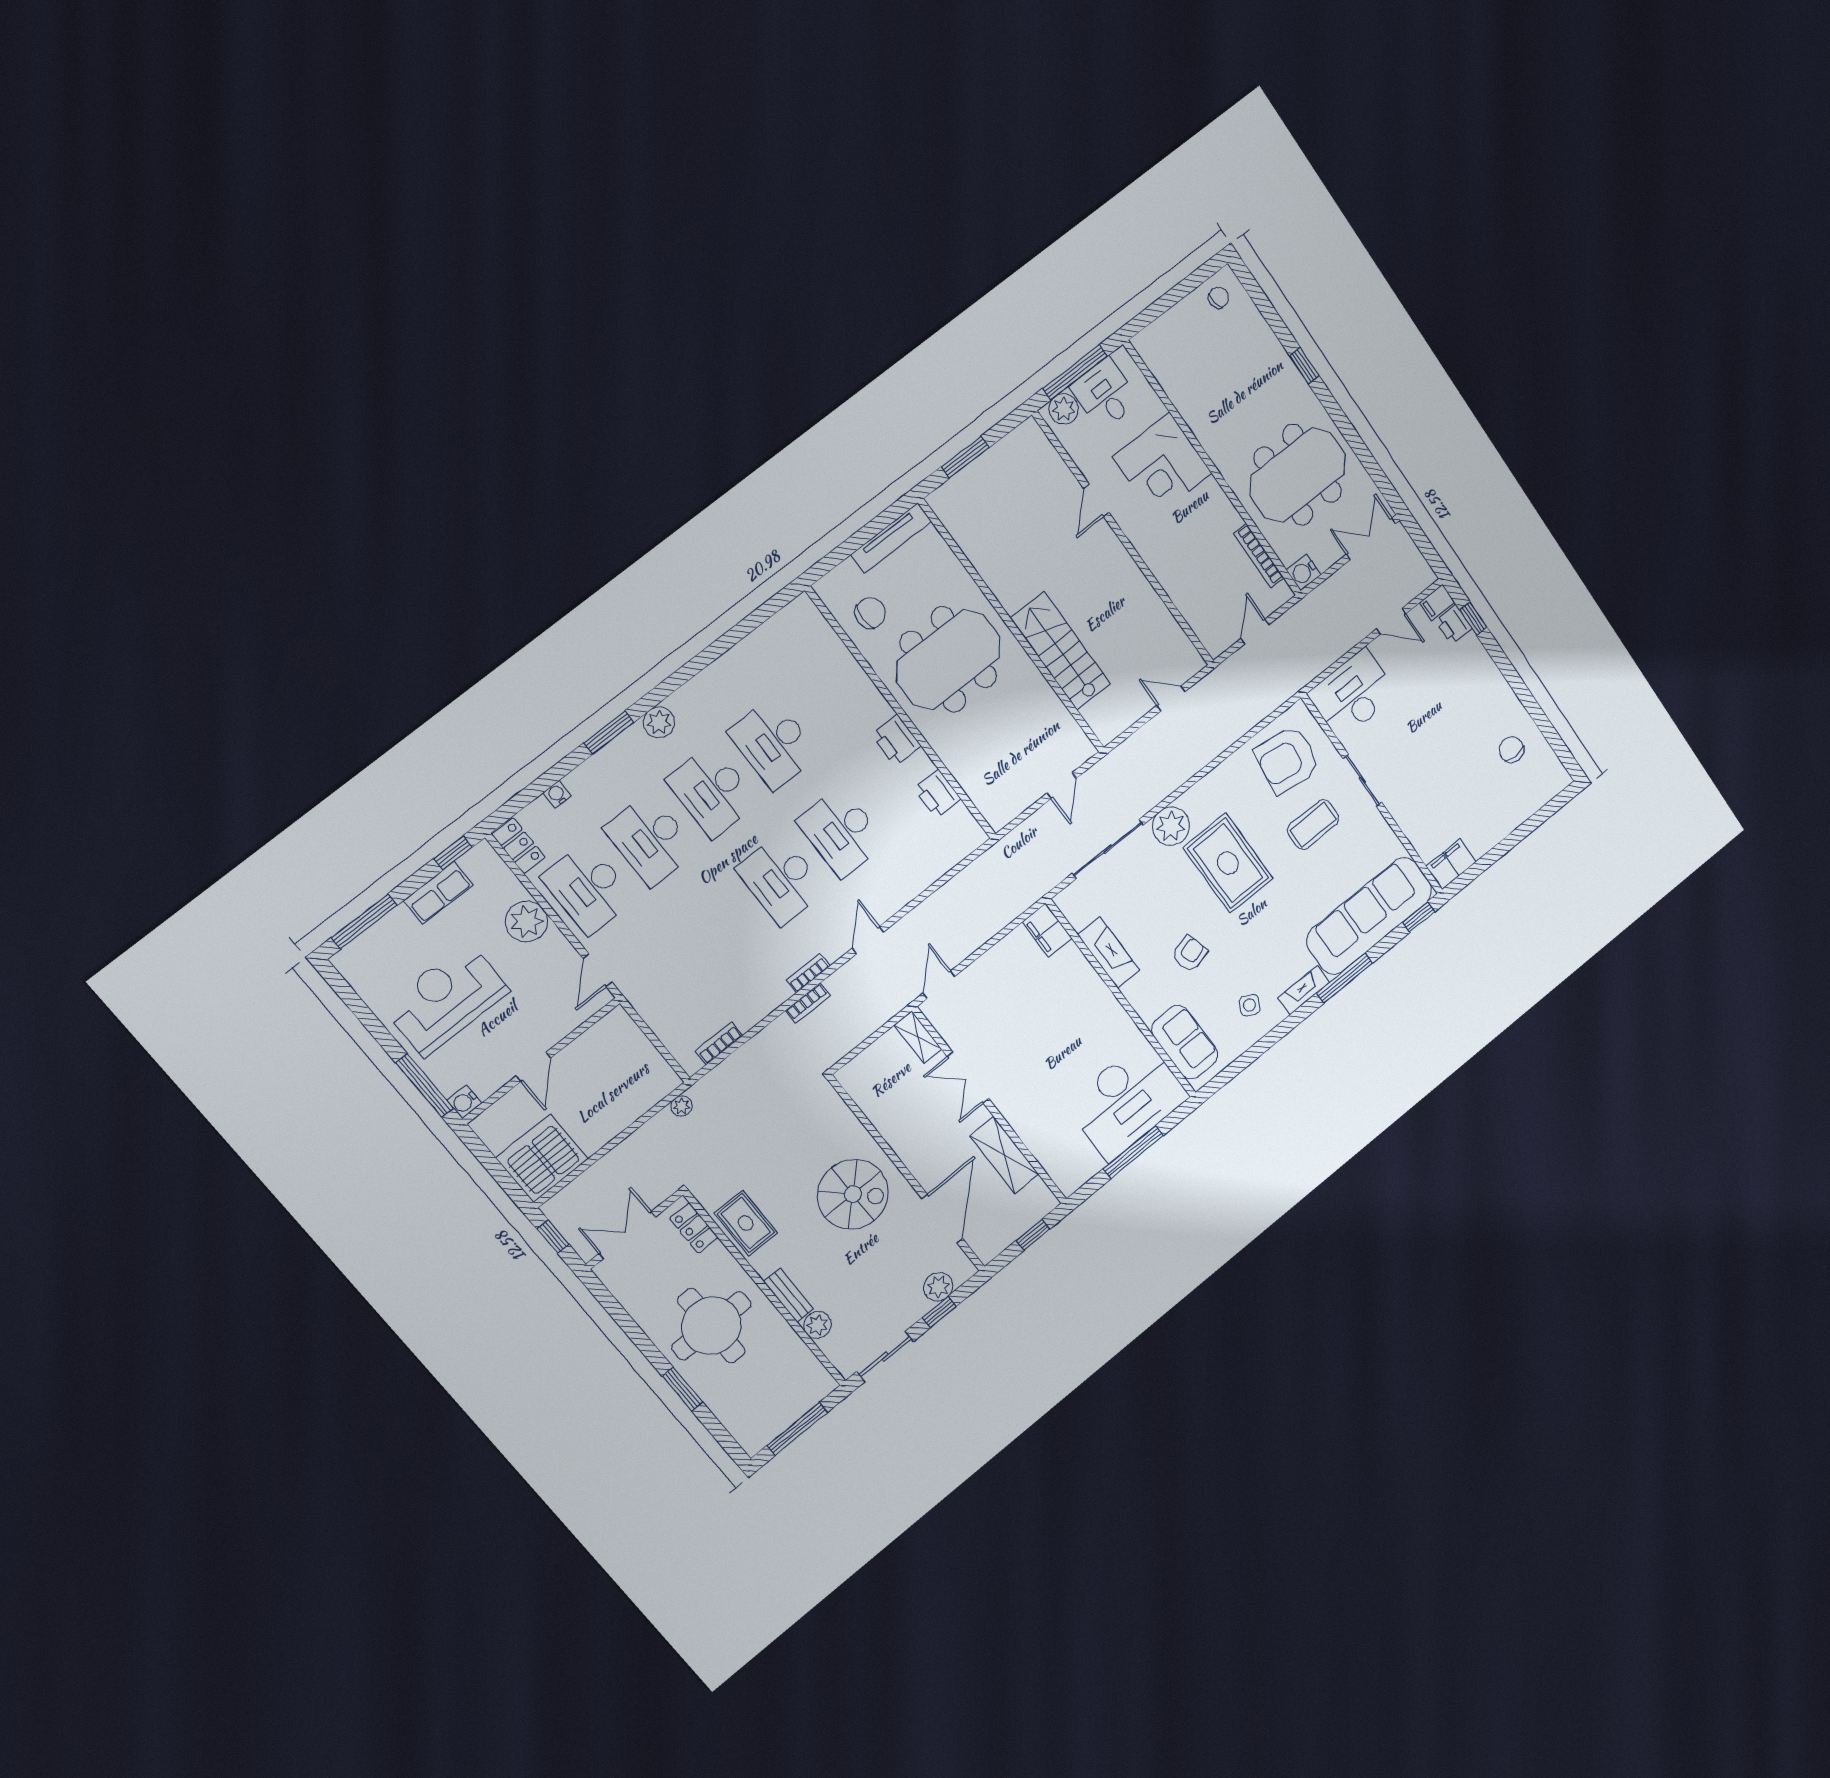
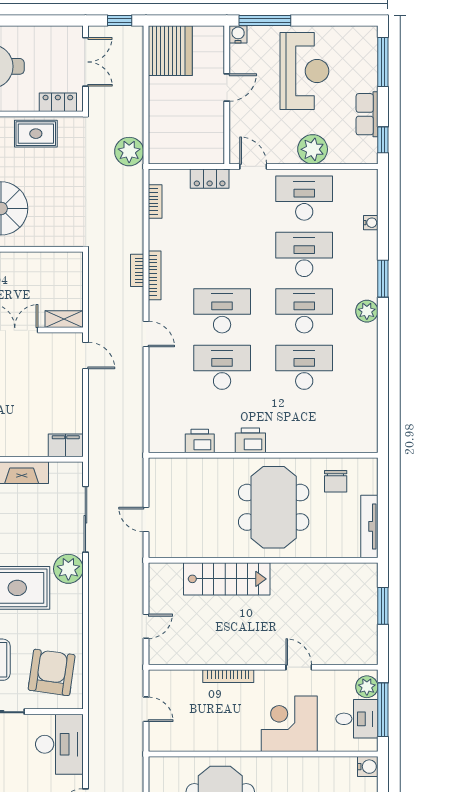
bookcase: (1259, 556) -> (228, 676), moved, turned 180
water cooler: (1303, 572) -> (368, 767), moved, turned 90
locker: (518, 846) -> (210, 179), moved
bookcase: (808, 973) -> (155, 275), width x1.56
door: (533, 1067) -> (227, 87), swing flipped
plant: (681, 1106) -> (129, 152), width x1.88, depth x1.88

